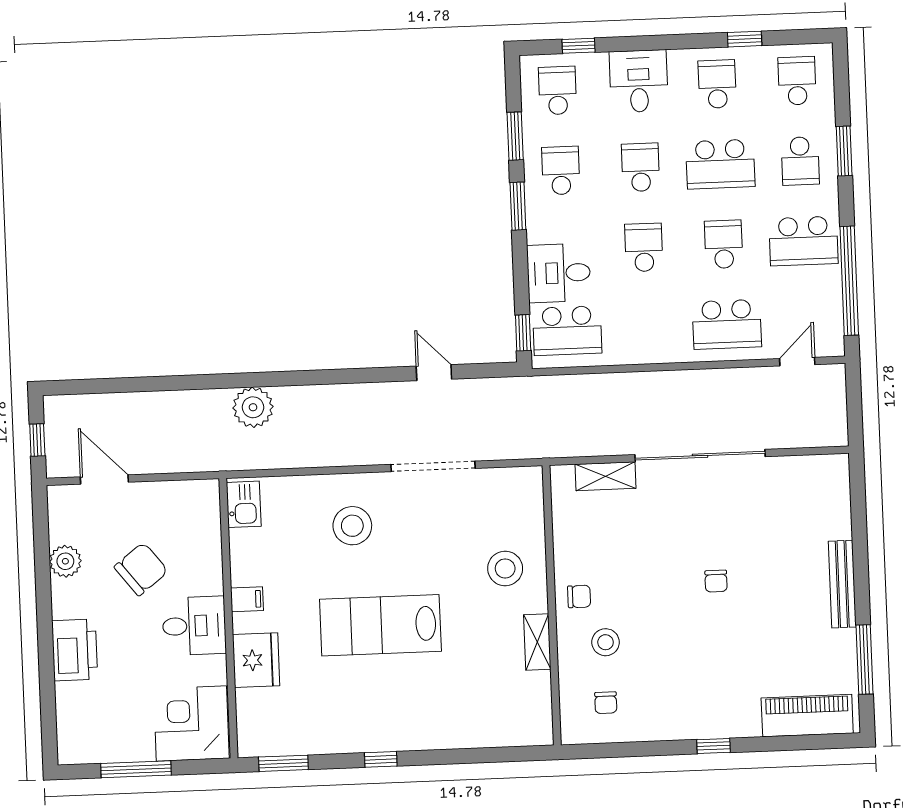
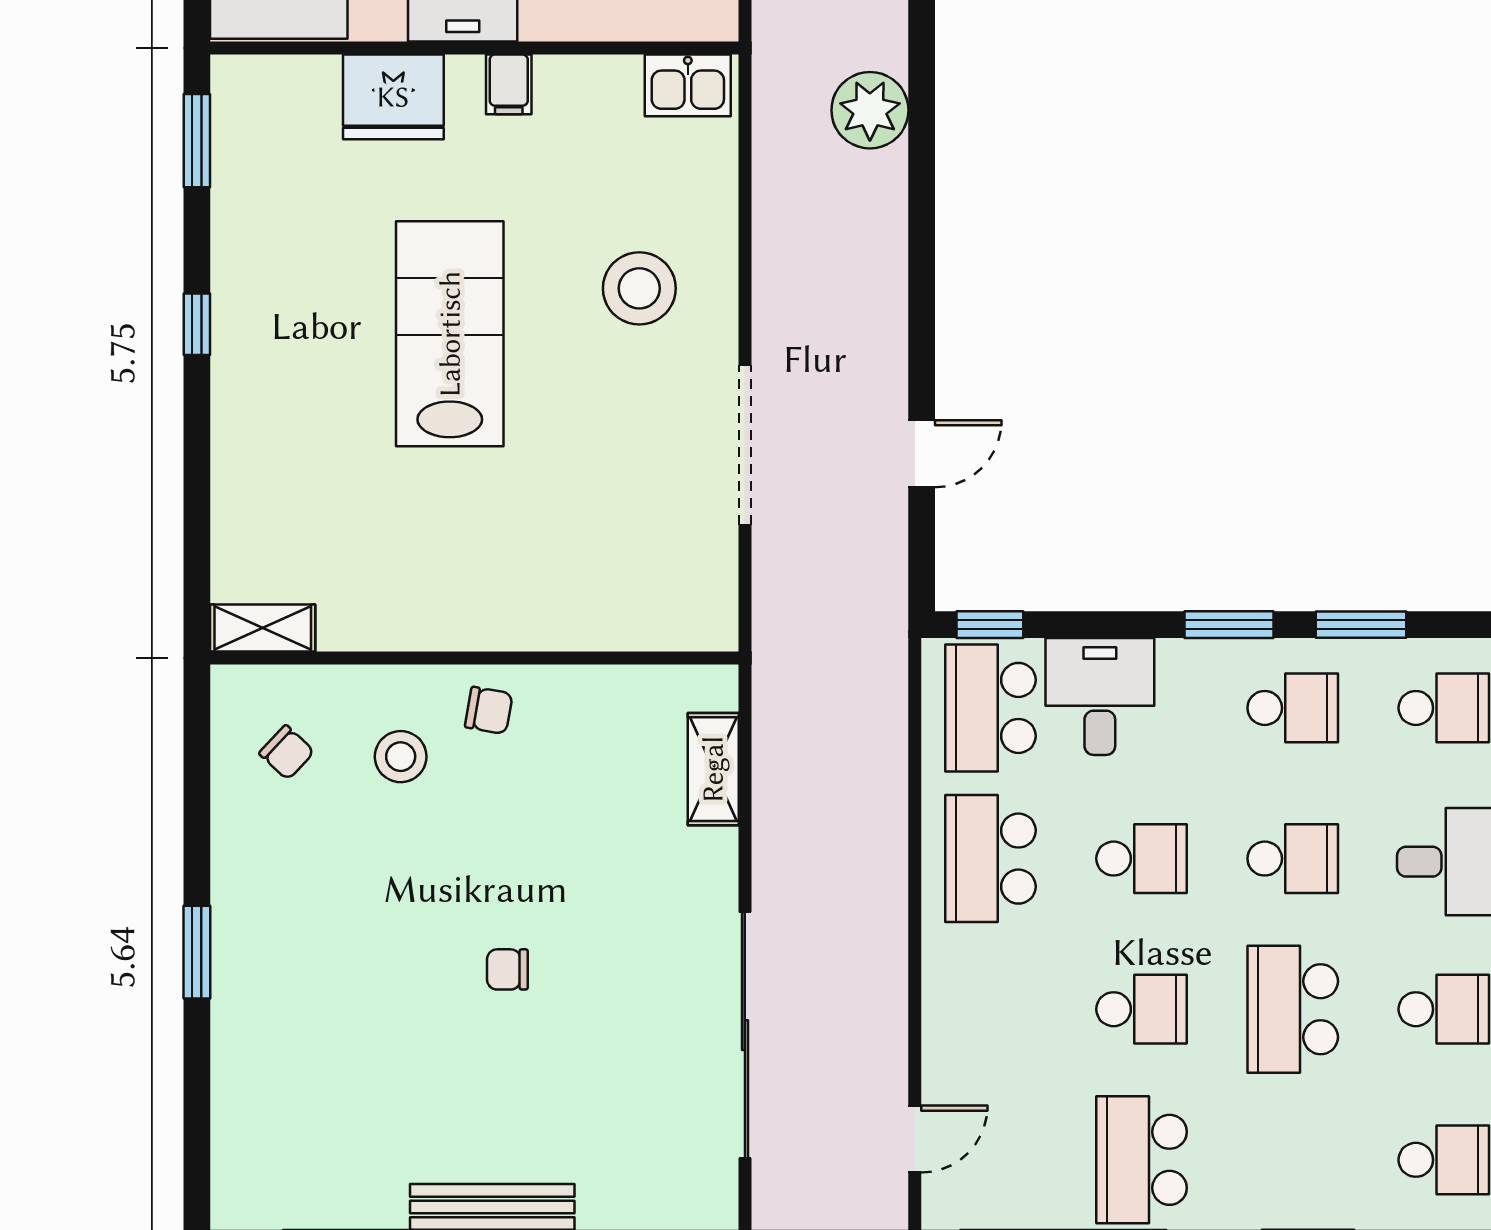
school desk: (800, 161) -> (1293, 1160), removed
school desk: (727, 324) -> (990, 859), moved
door: (797, 362) -> (915, 1139), hinge flipped
sliding door: (700, 456) -> (745, 1035), moved
stool: (505, 568) -> (547, 573), removed
chair: (579, 596) -> (489, 710), turned -80
shelving: (537, 642) -> (263, 628), moved
chair: (606, 703) -> (287, 752), turned -137
piano: (807, 716) -> (247, 1131), removed
window: (713, 746) -> (197, 952), width x1.50

